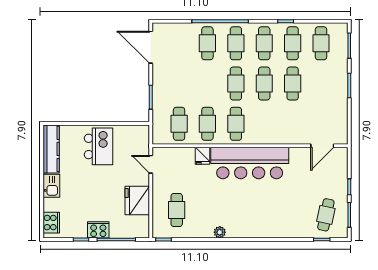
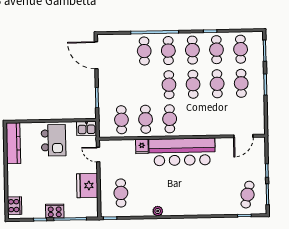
cafe table: (321, 84) -> (241, 83), added
kitchen sink: (51, 186) -> (87, 128), moved, turned 90

